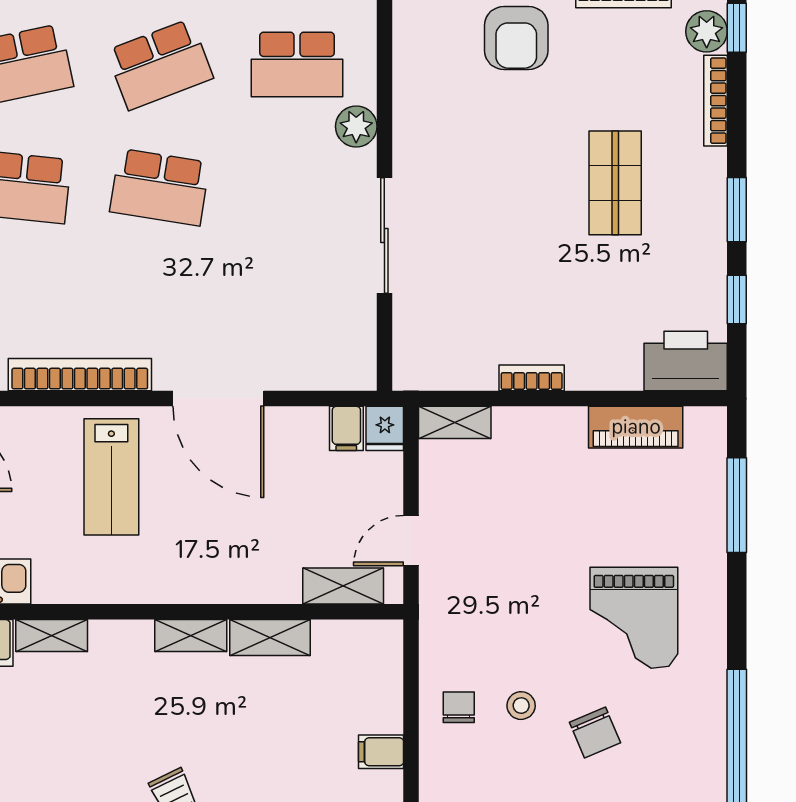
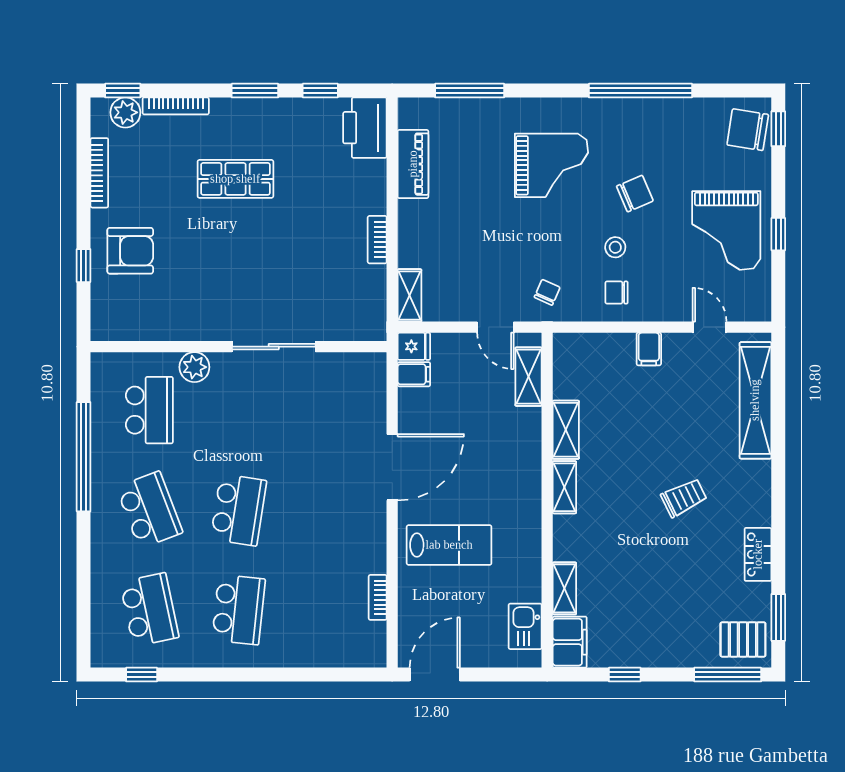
bookcase: (80, 375) -> (378, 597), width x0.43, depth x0.76
chair: (459, 612) -> (547, 292), added

